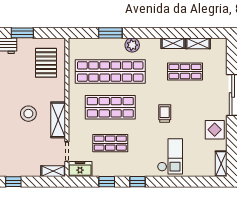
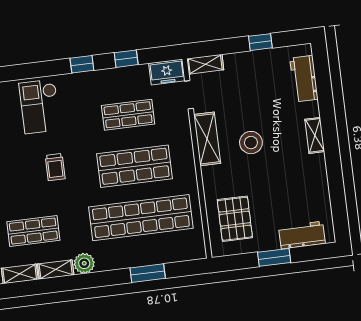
plant: (132, 45) -> (84, 263), moved

